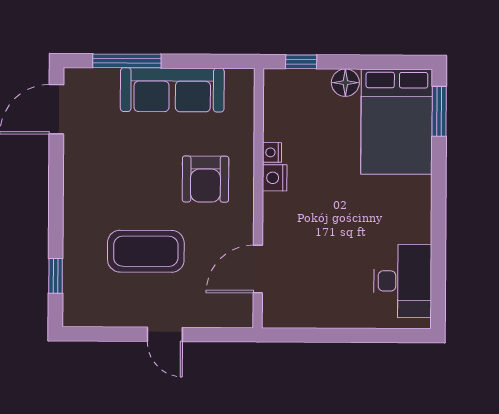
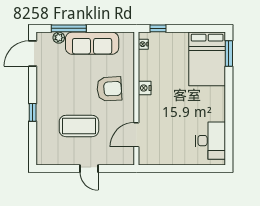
plant: (107, 79) -> (59, 38), added
floor lamp: (345, 83) -> (181, 39), removed
nightstand: (272, 152) -> (143, 44), moved
armchair: (205, 179) -> (109, 89), turned -93
window: (56, 276) -> (33, 112), moved

